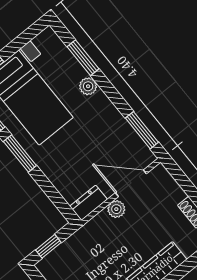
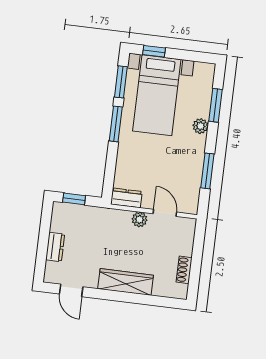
window: (142, 130) -> (207, 171), moved
door: (131, 183) -> (165, 213), width x0.73

